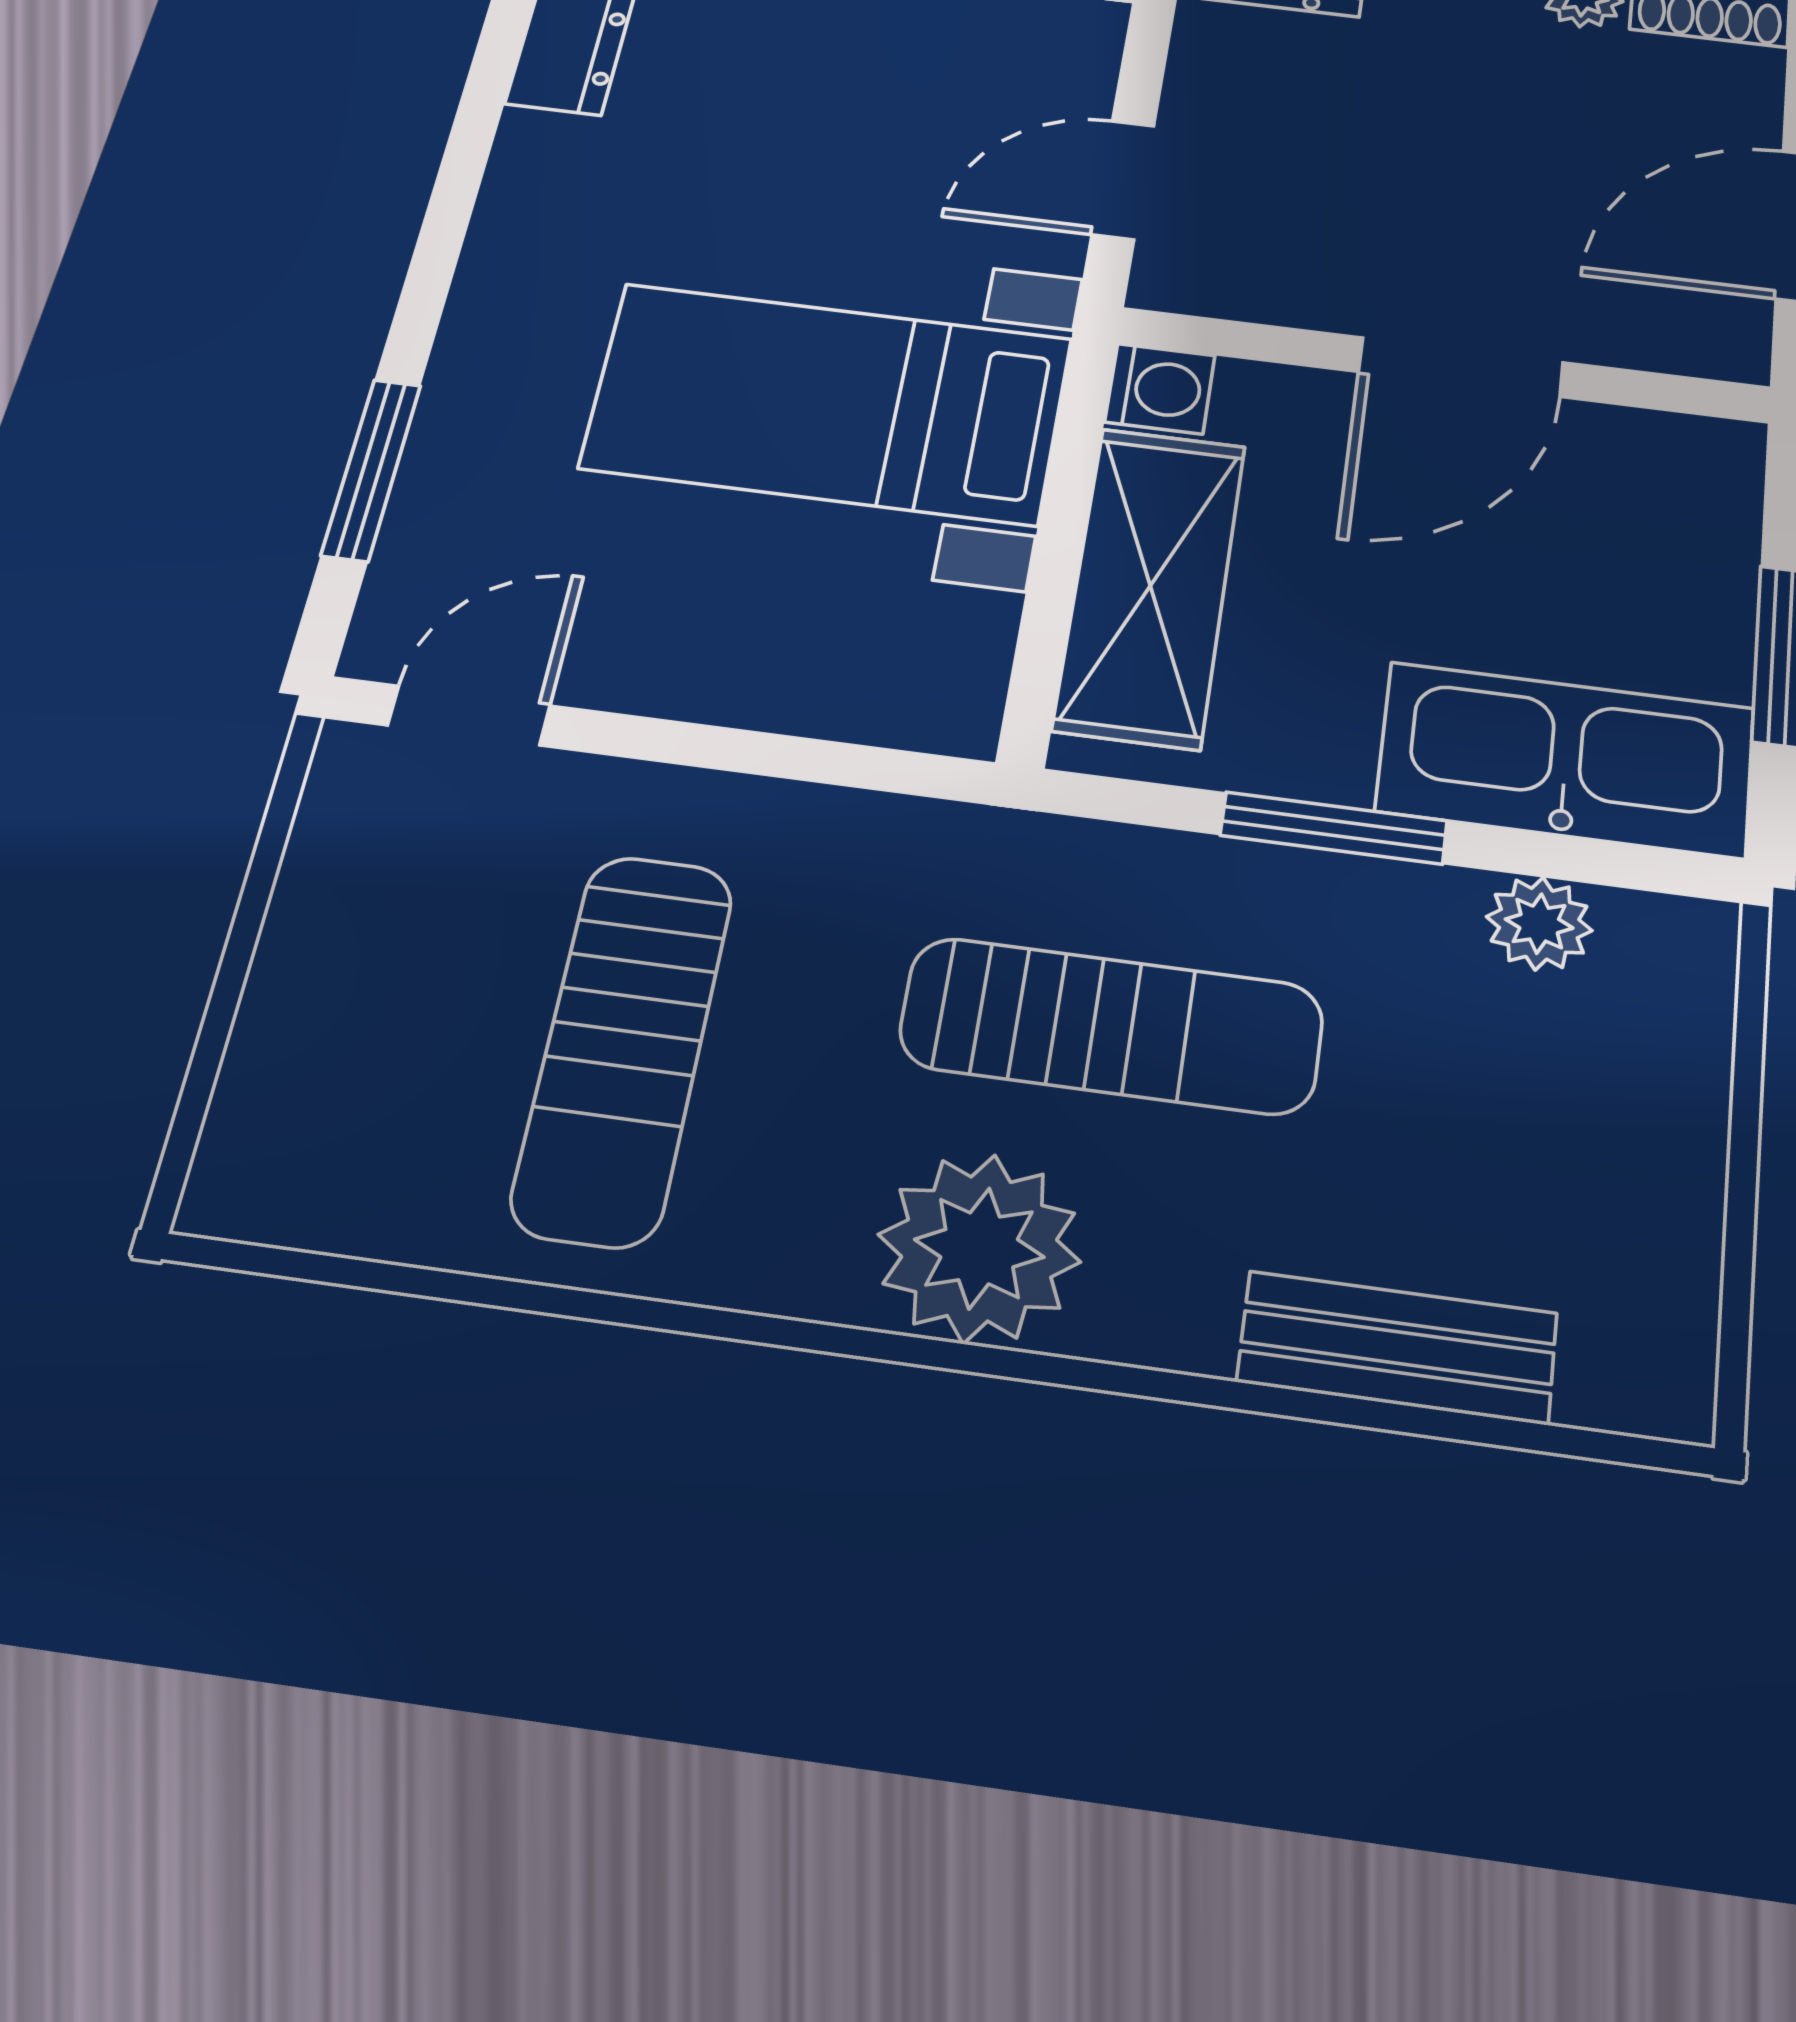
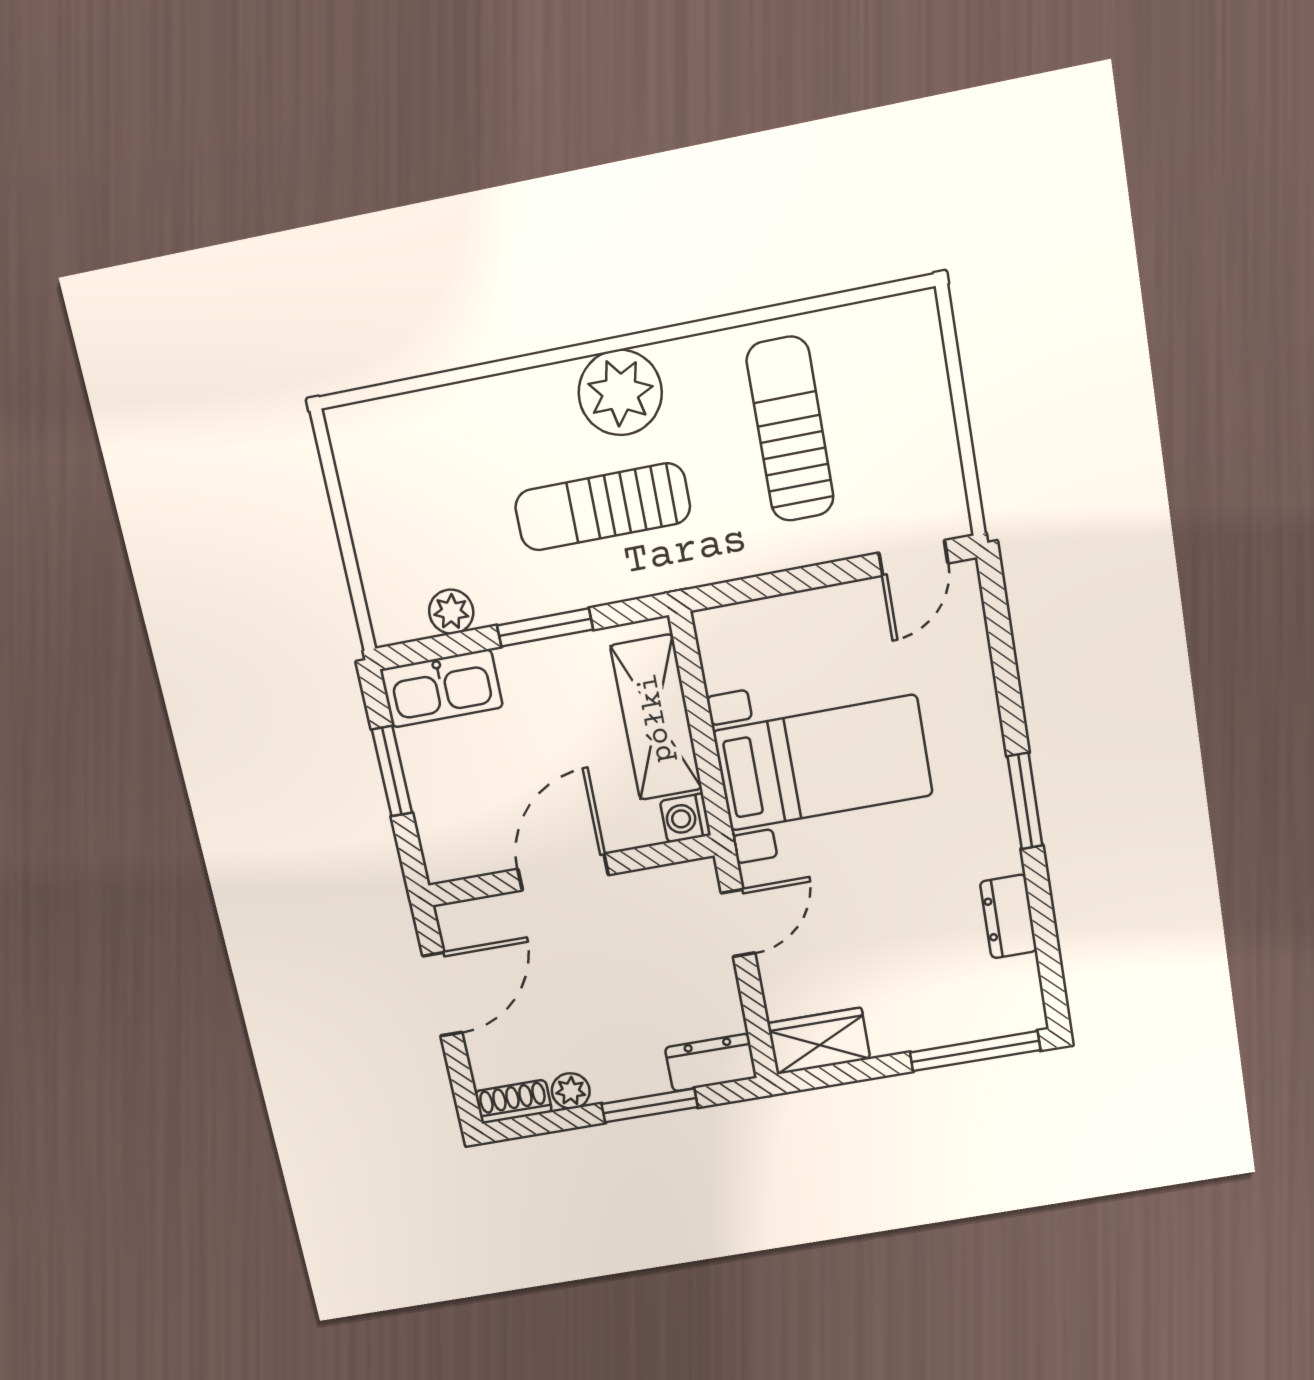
window: (371, 470) -> (1025, 801), moved
kitchen sink: (1566, 759) -> (441, 688), width x0.73, depth x0.81
bench: (1398, 1347) -> (450, 408), removed

